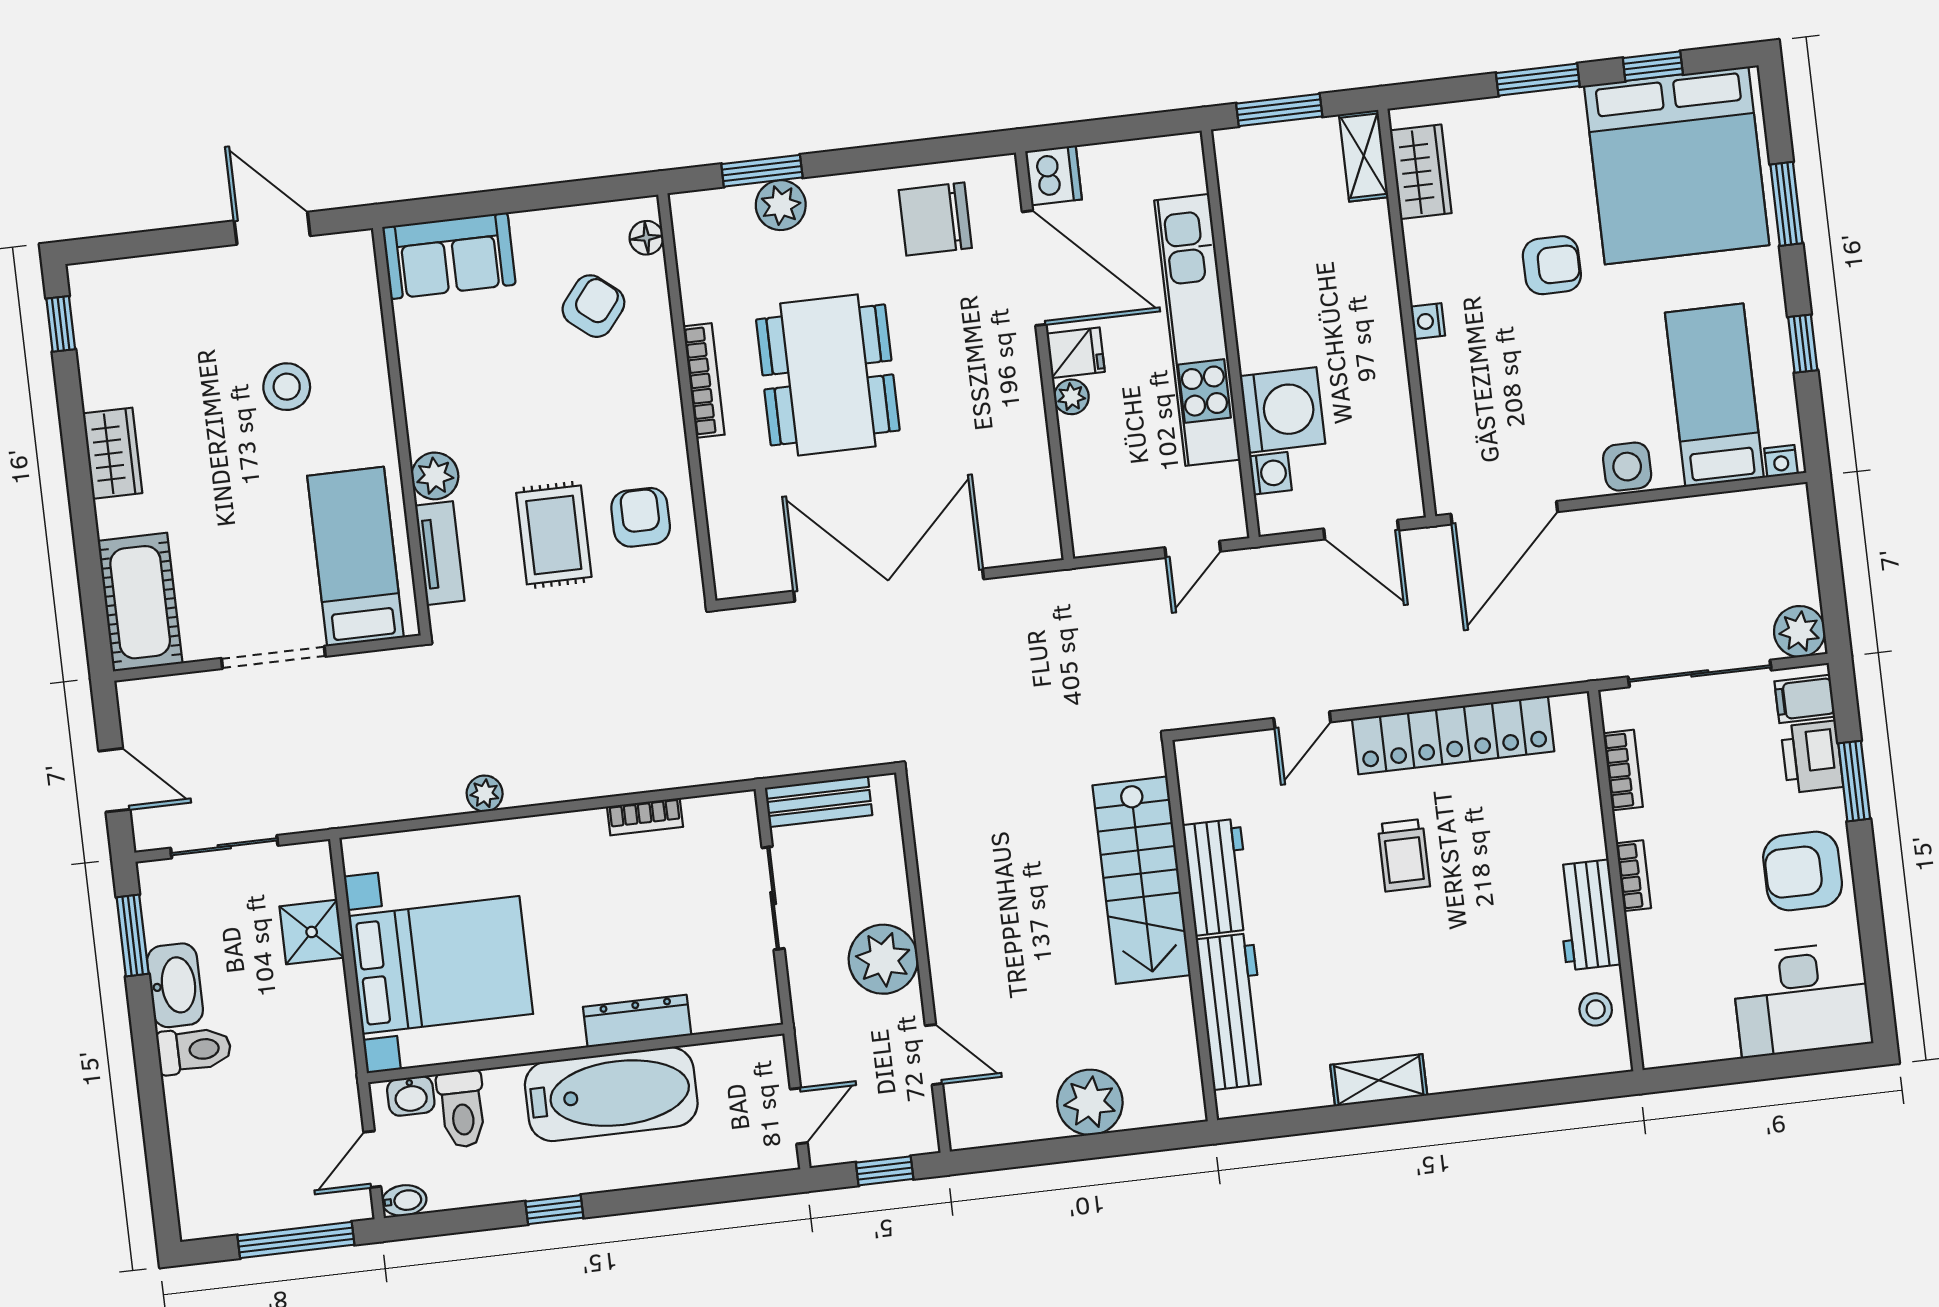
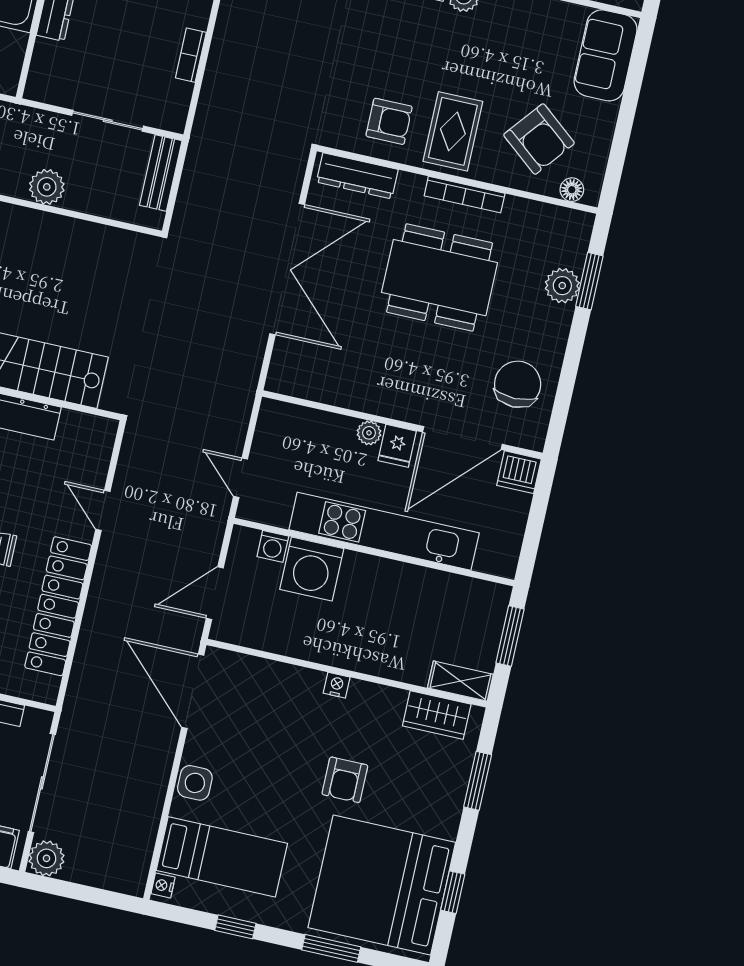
window: (1538, 80) -> (478, 781), moved
armchair: (593, 306) -> (539, 139), width x1.38, depth x1.38
dresser: (729, 534) -> (357, 176), added
rug: (554, 535) -> (453, 131), moved, turned 90
plant: (883, 959) -> (47, 187), width x0.73, depth x0.73

